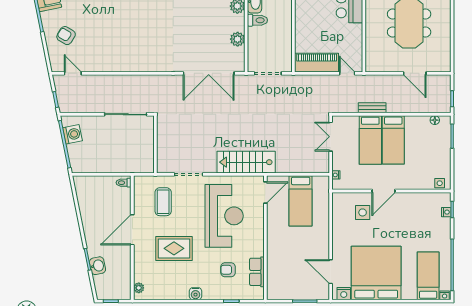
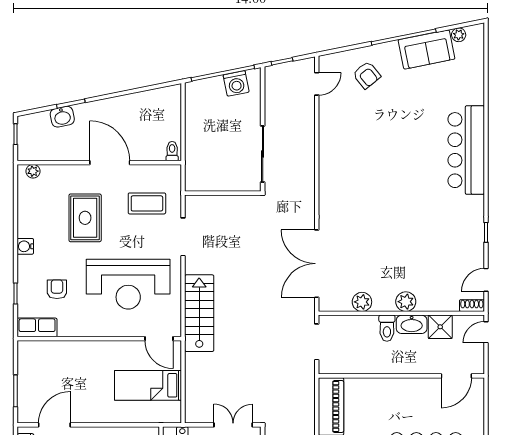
armchair: (66, 36) -> (367, 75), turned 110
row of seats: (257, 272) -> (37, 327), moved

